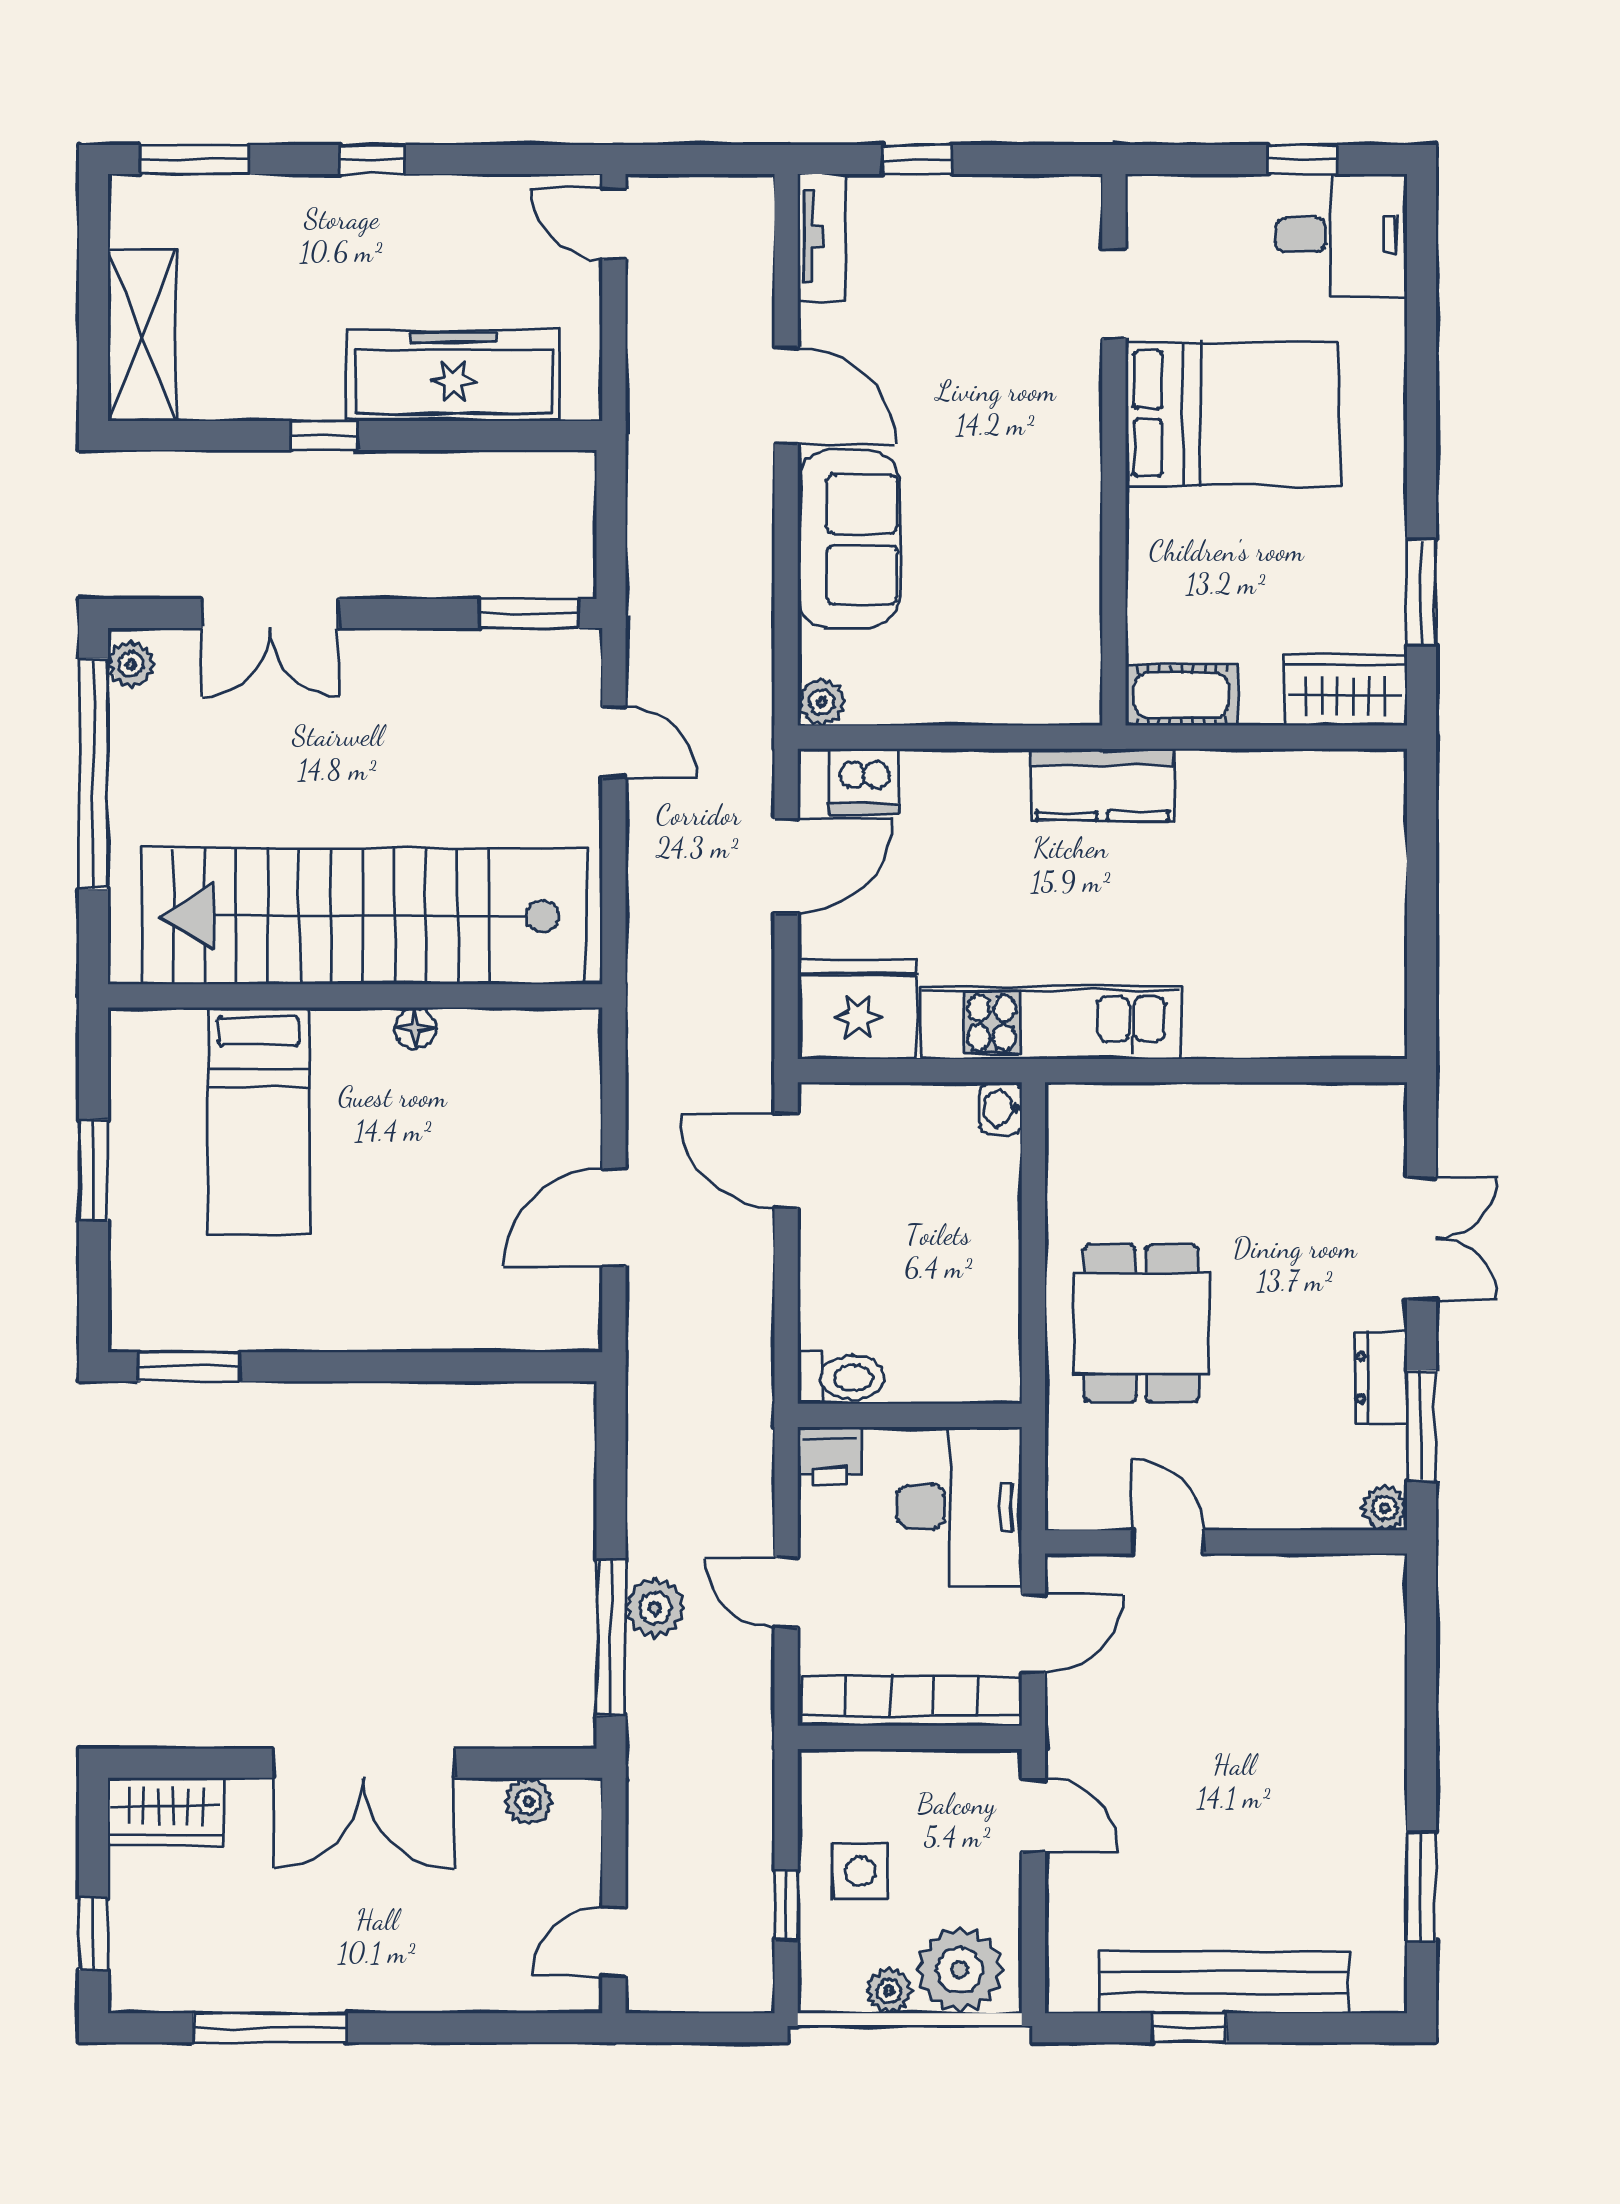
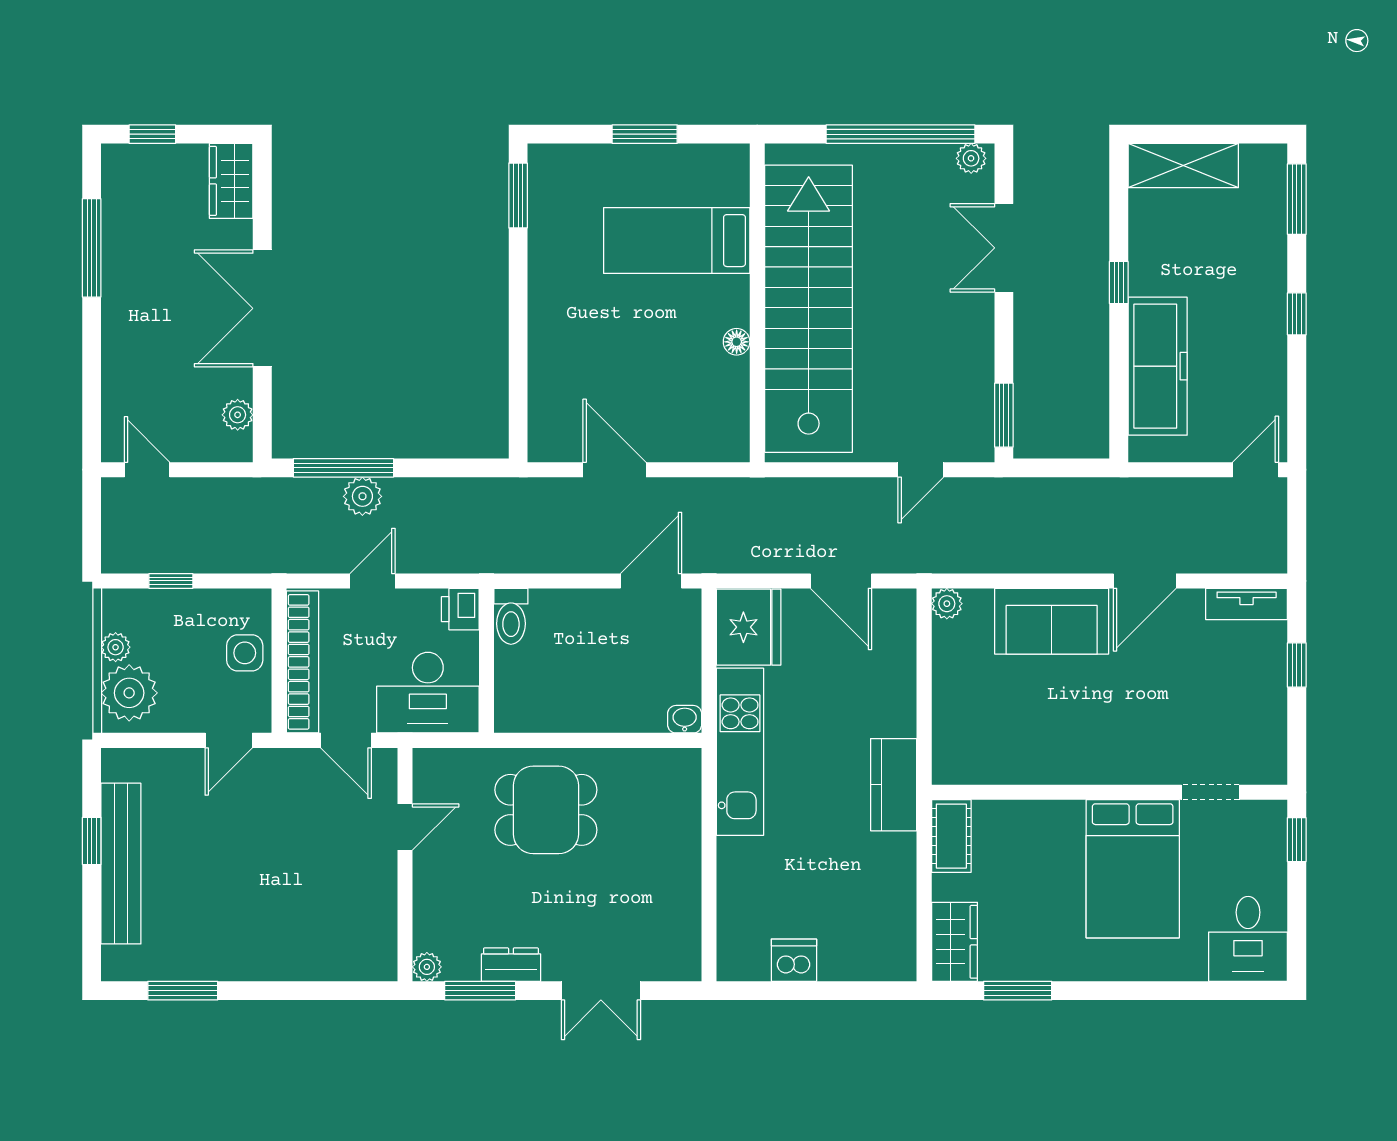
window: (1302, 160) -> (1297, 840), moved
dishwasher: (864, 781) -> (794, 960), moved, turned 90
side table: (860, 1871) -> (245, 653), moved

